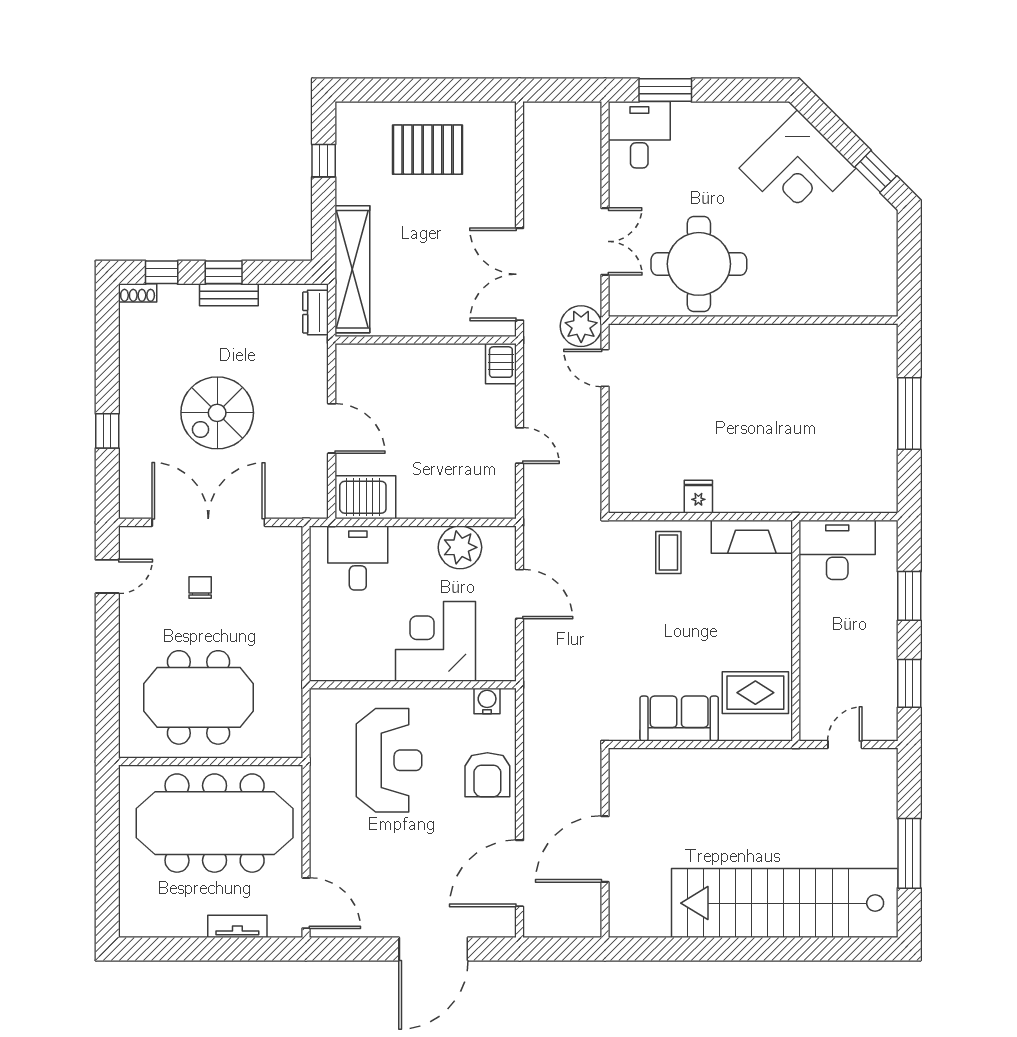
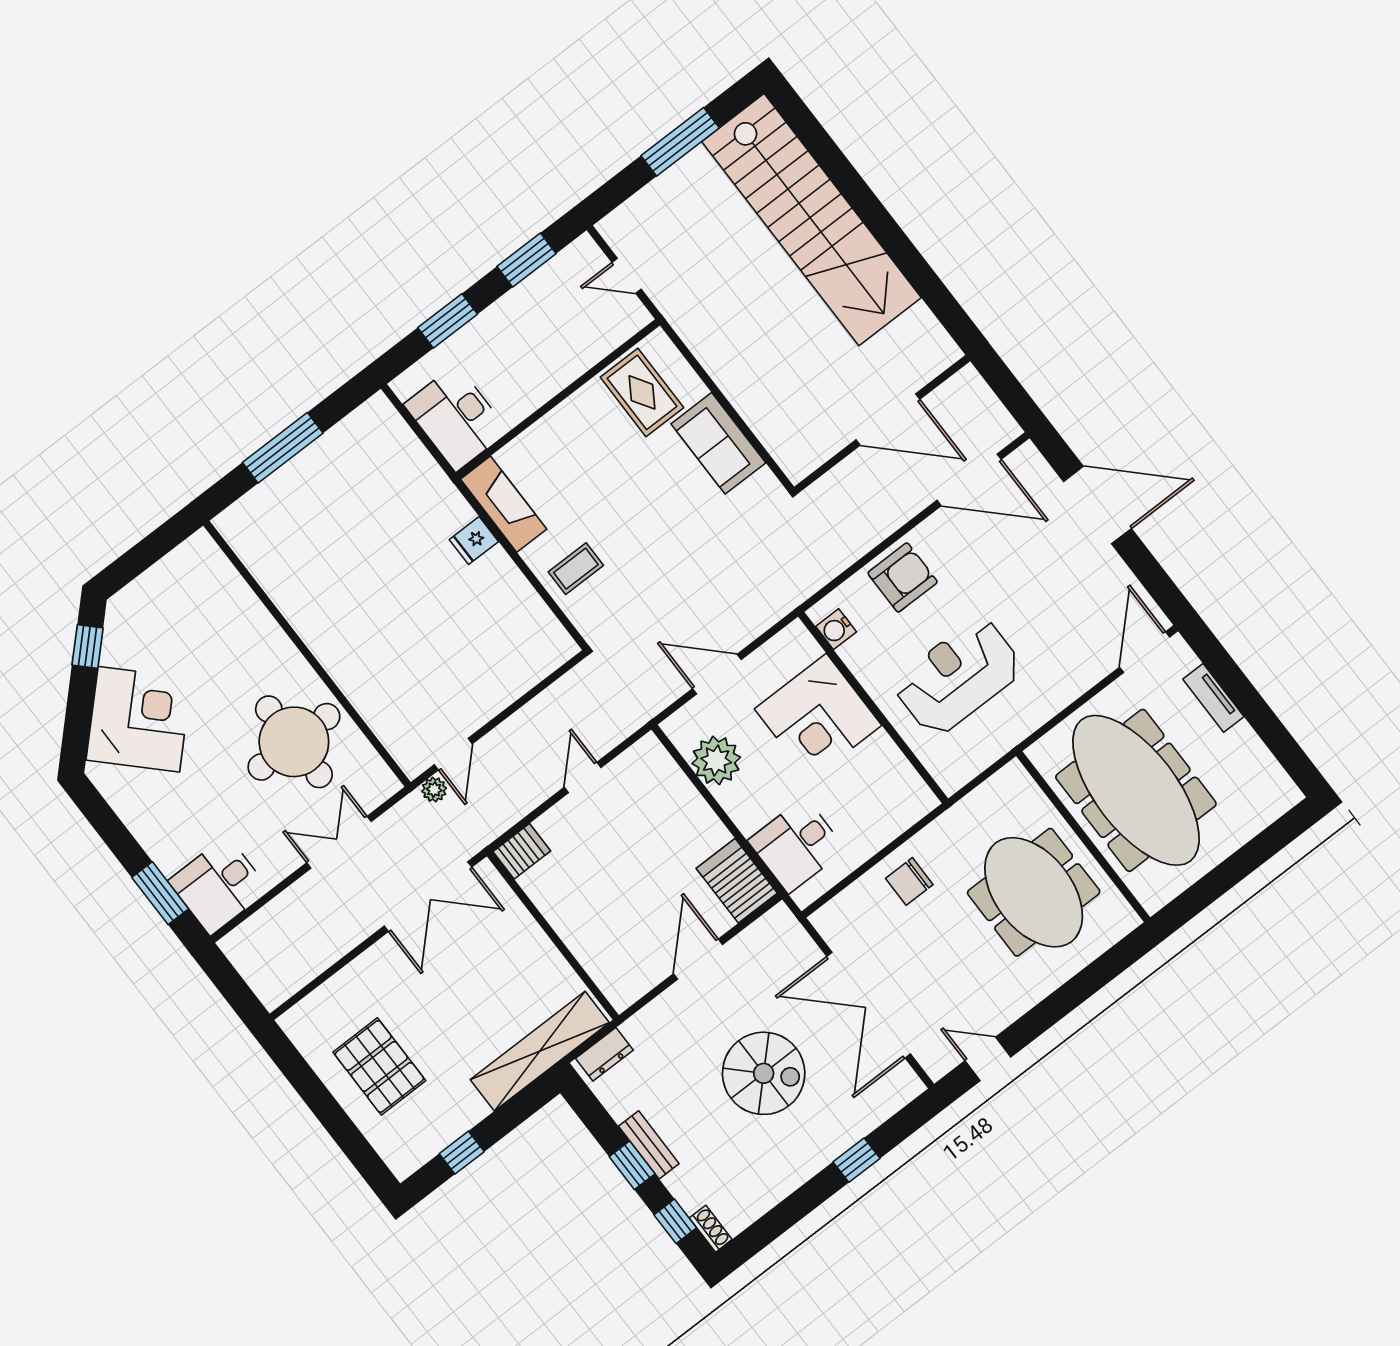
plant: (581, 326) -> (434, 790), width x0.53, depth x0.53
fridge: (698, 497) -> (474, 541), moved
chair: (200, 587) -> (909, 881), moved, width x1.37, depth x1.37
door: (520, 594) -> (717, 674), hinge flipped

